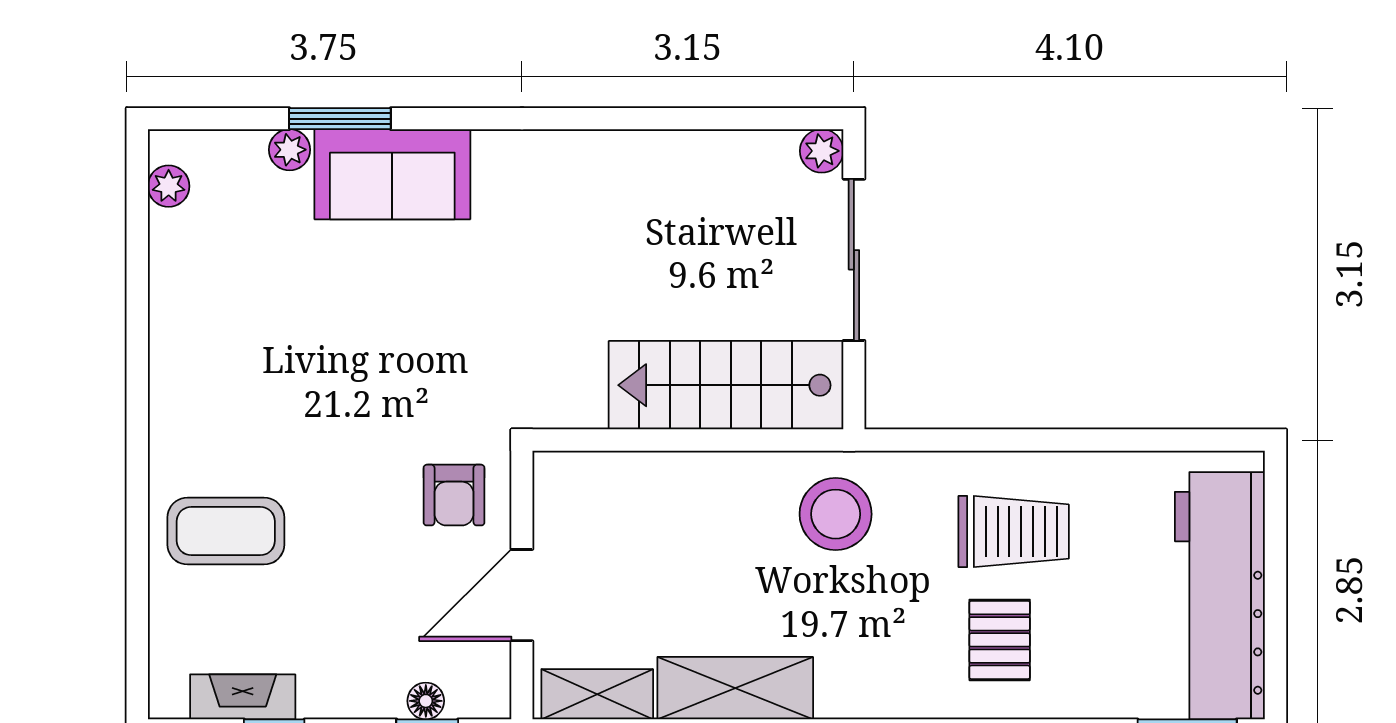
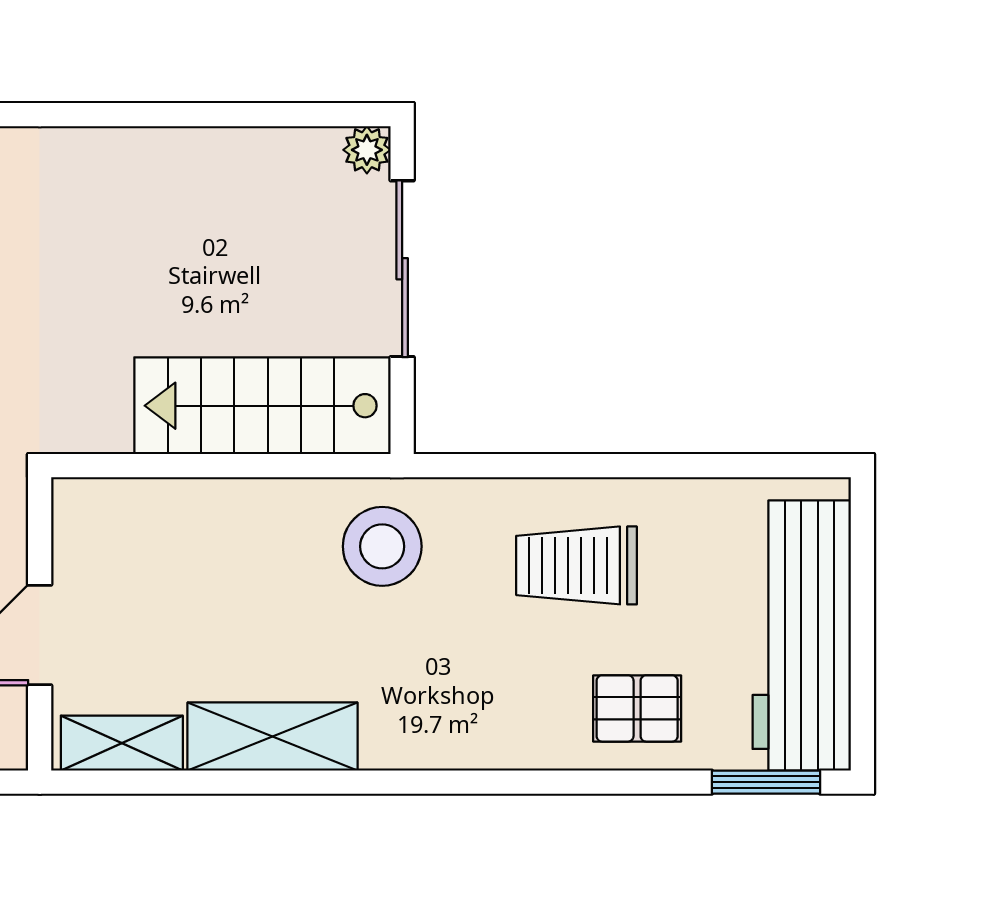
trolley: (1014, 532) -> (576, 565), turned 180
pallet: (1000, 640) -> (637, 708), moved, turned 90

